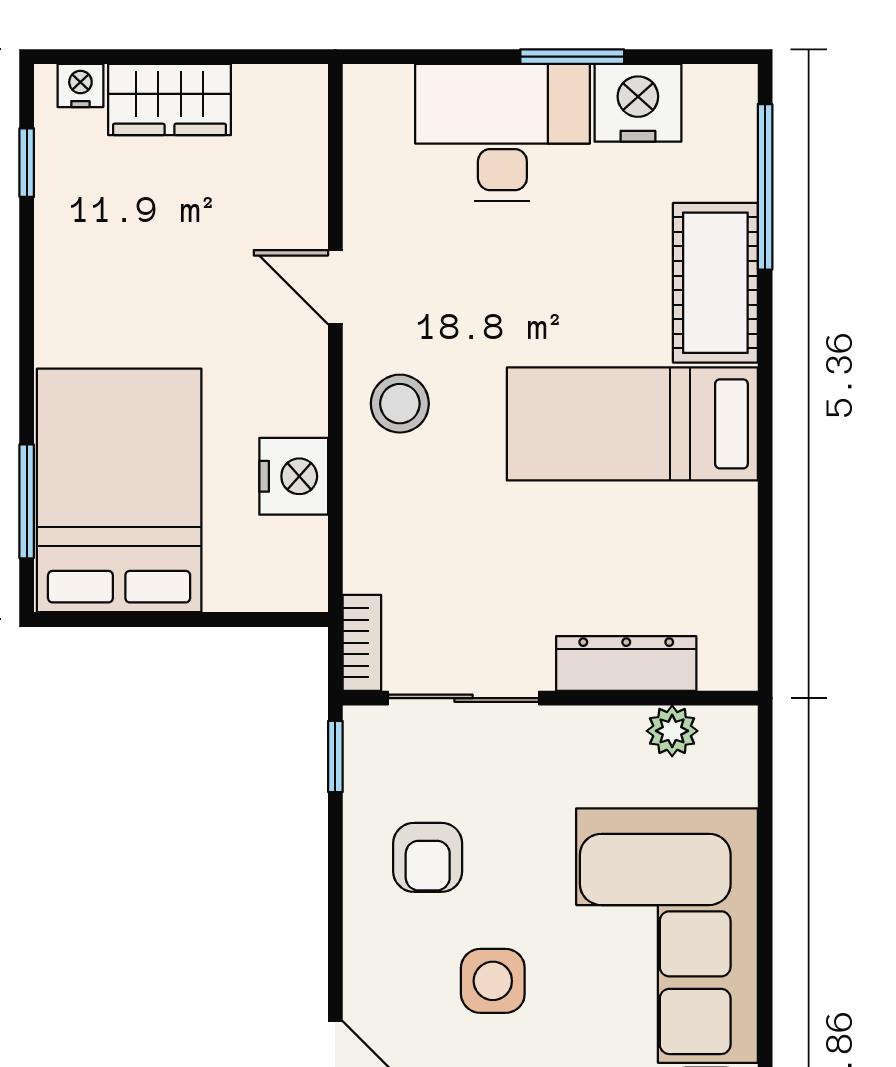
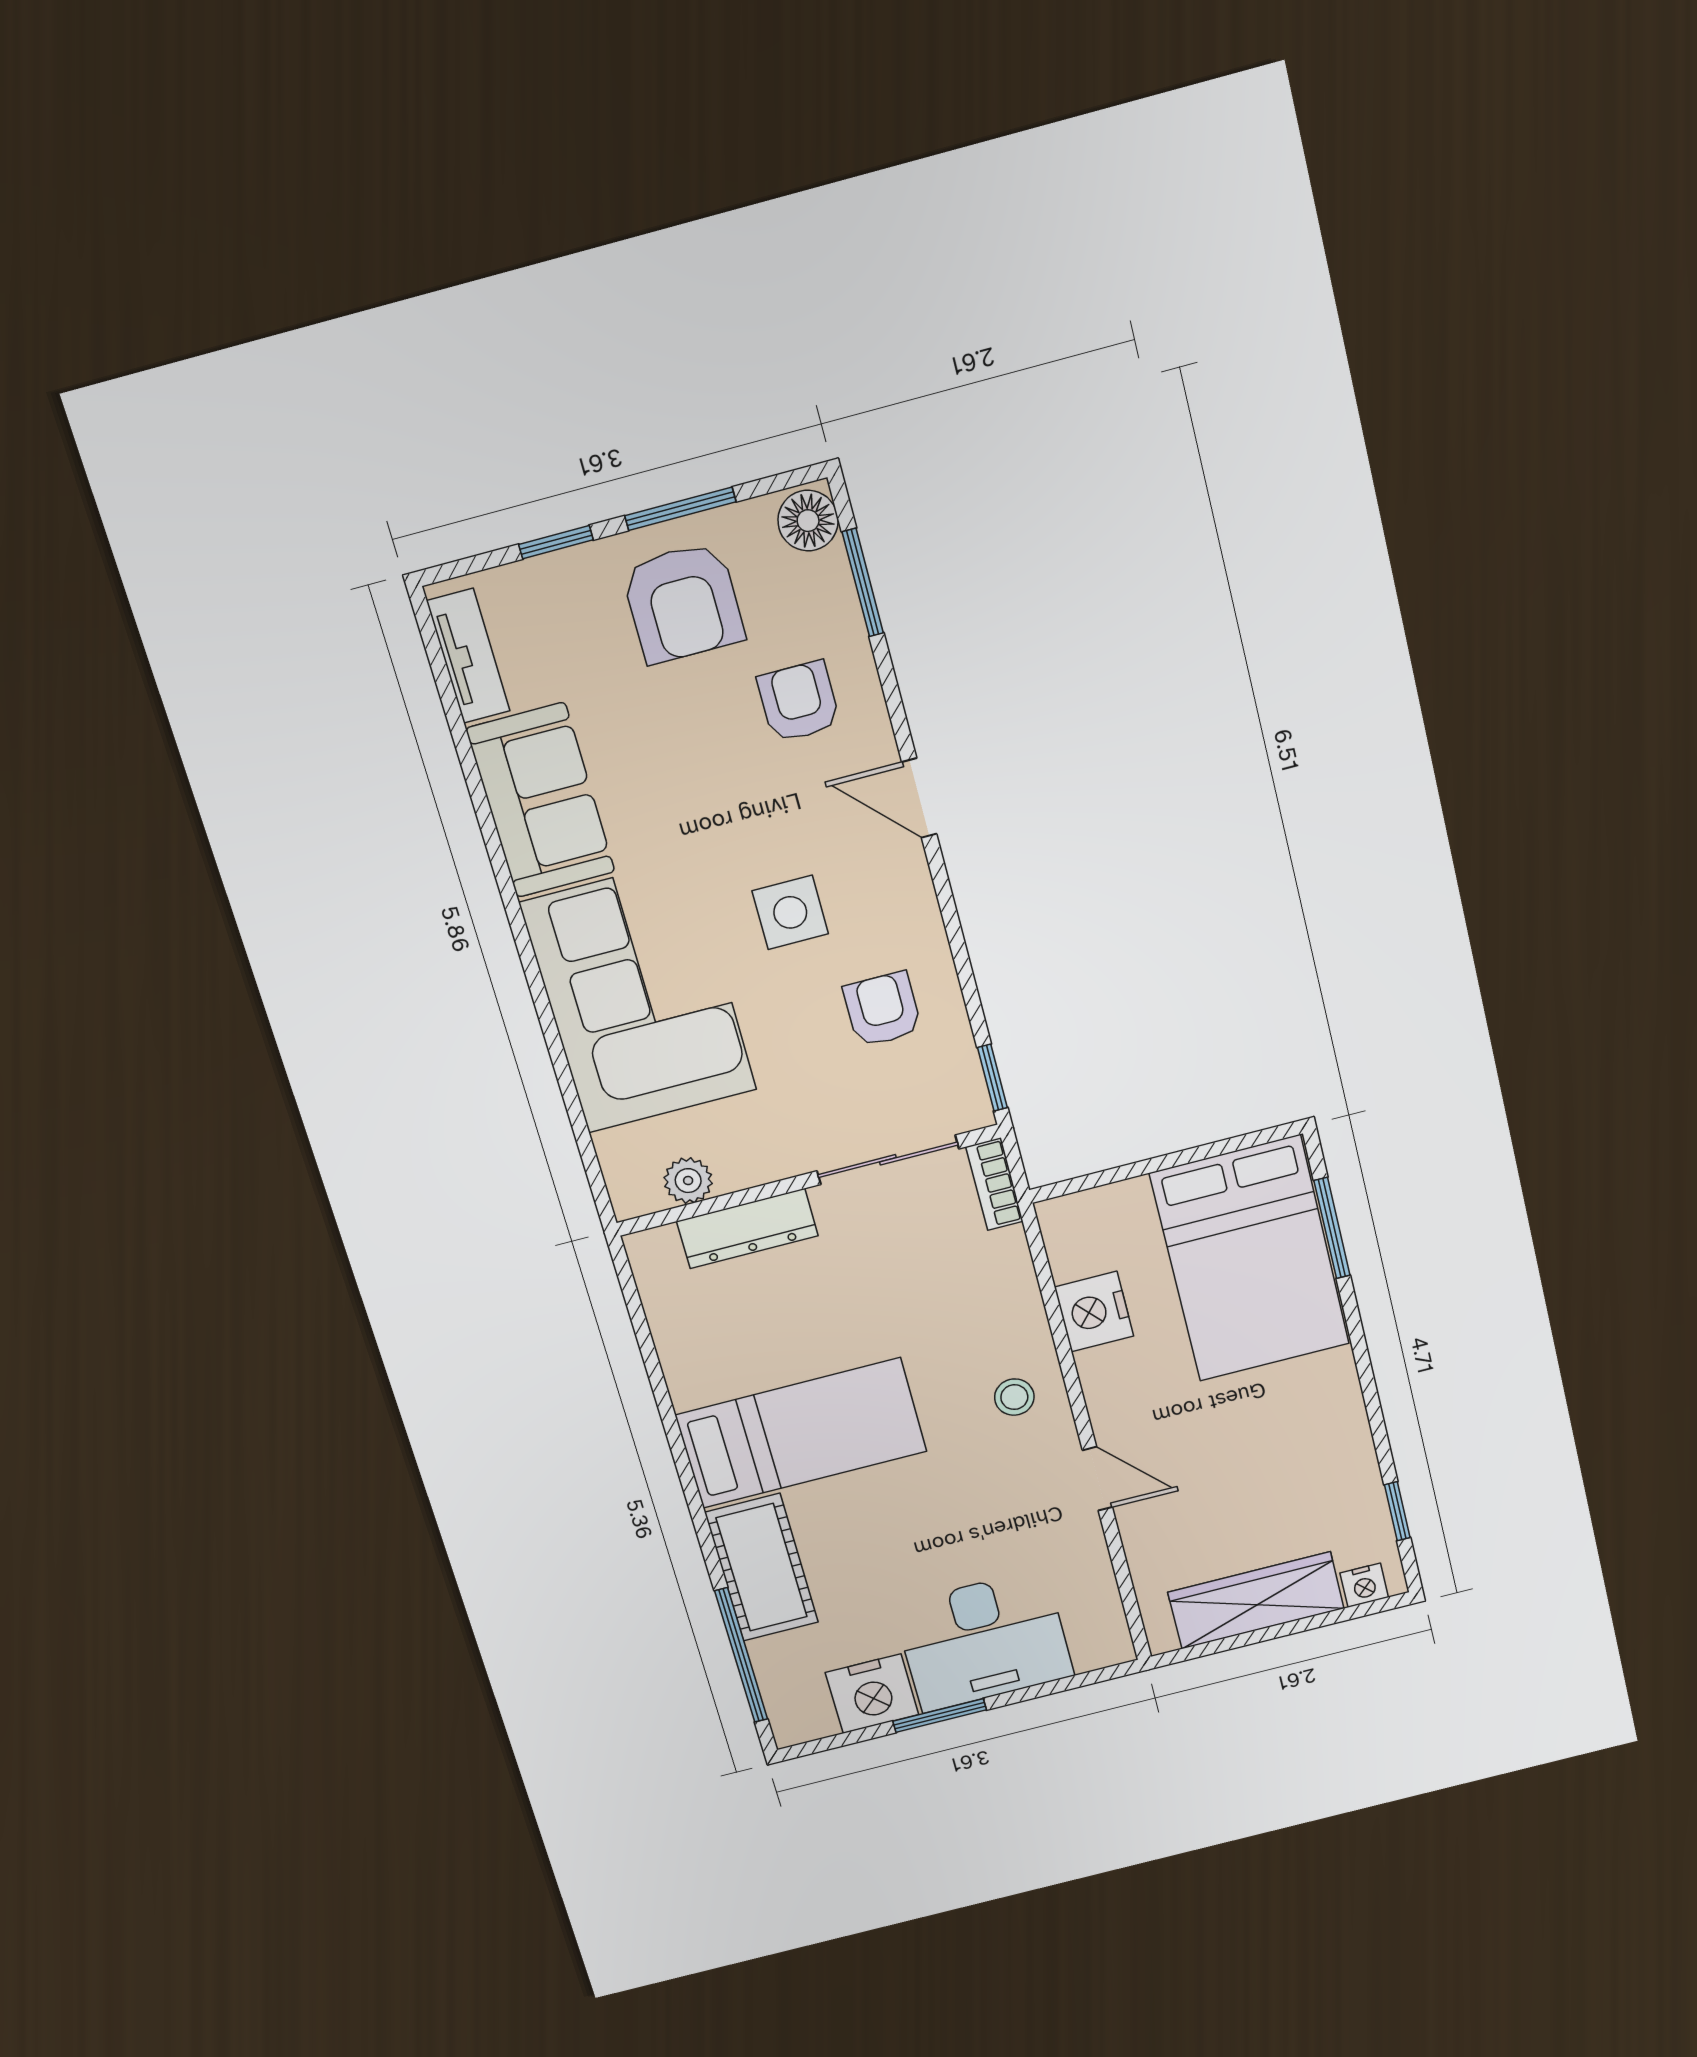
wardrobe: (170, 100) -> (1256, 1600), width x1.50
stool: (400, 404) -> (1014, 1397), width x0.73, depth x0.73

